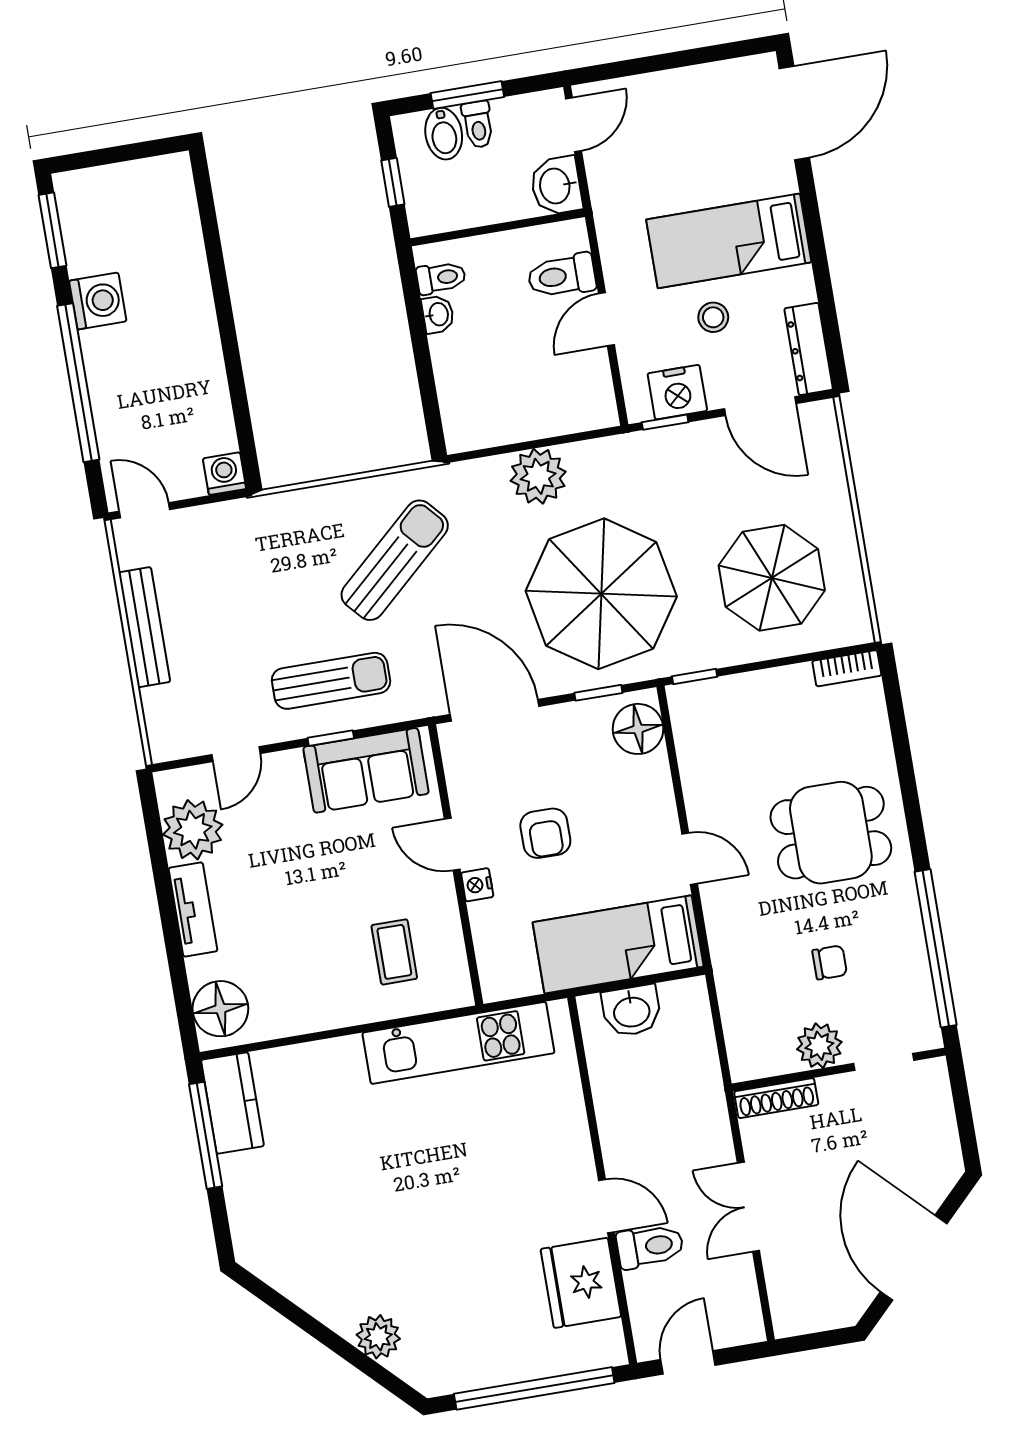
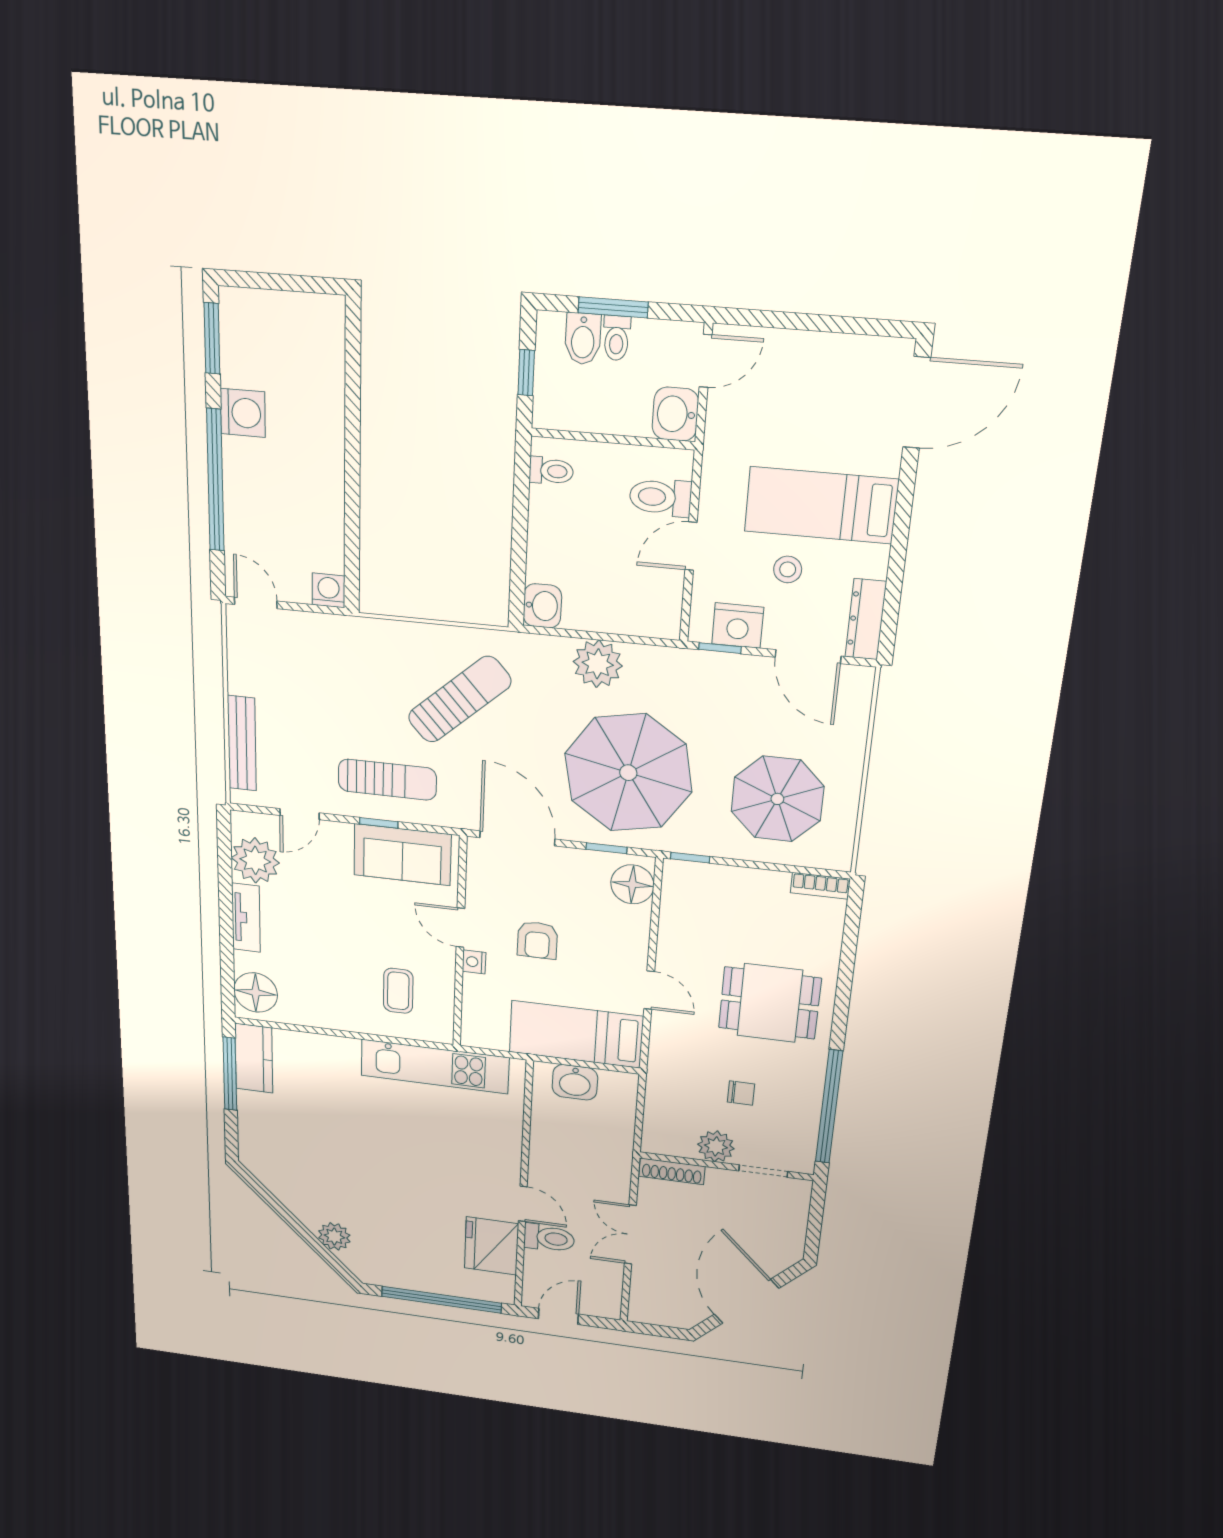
washbasin: (438, 314) -> (542, 606), moved, width x1.38, depth x1.45
bench: (144, 627) -> (242, 743), moved

